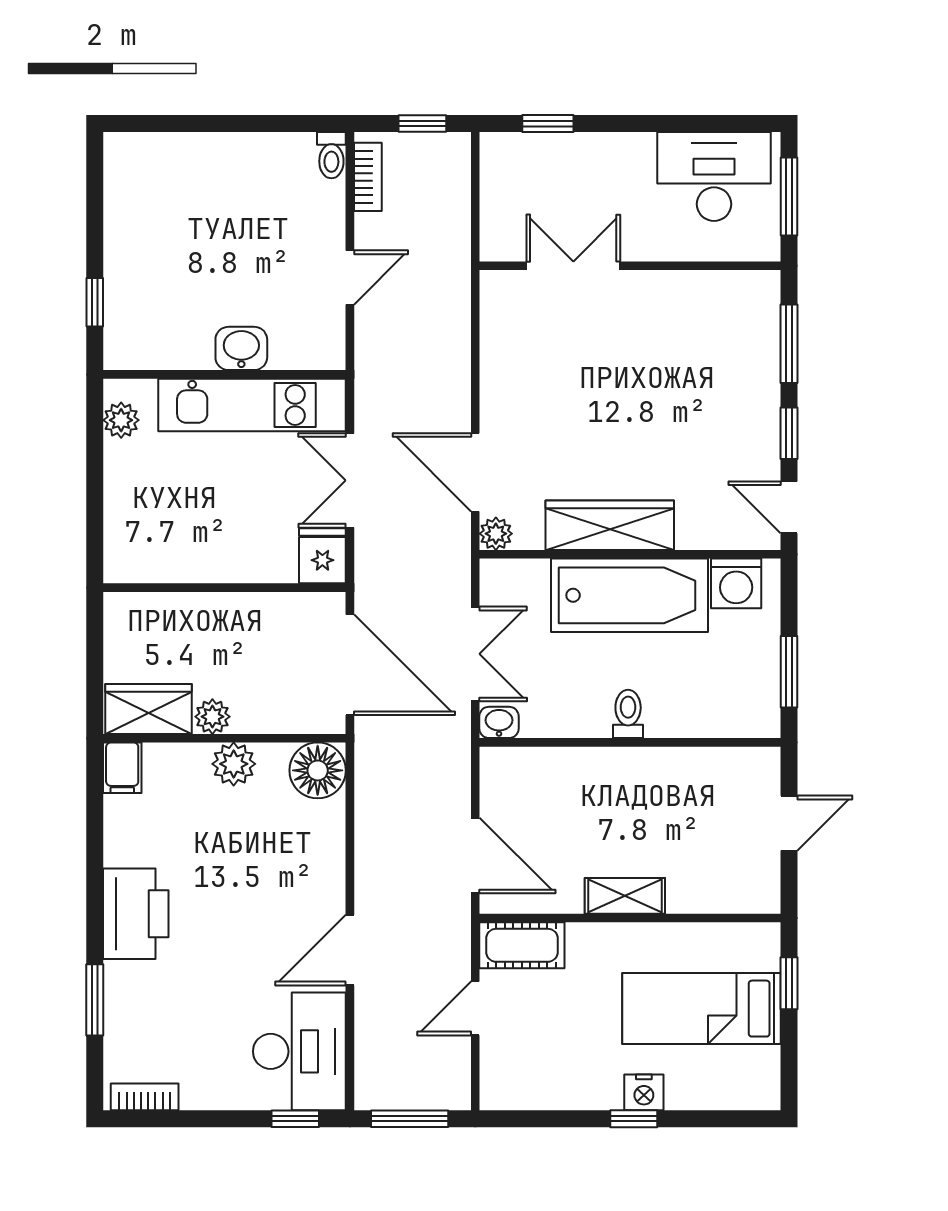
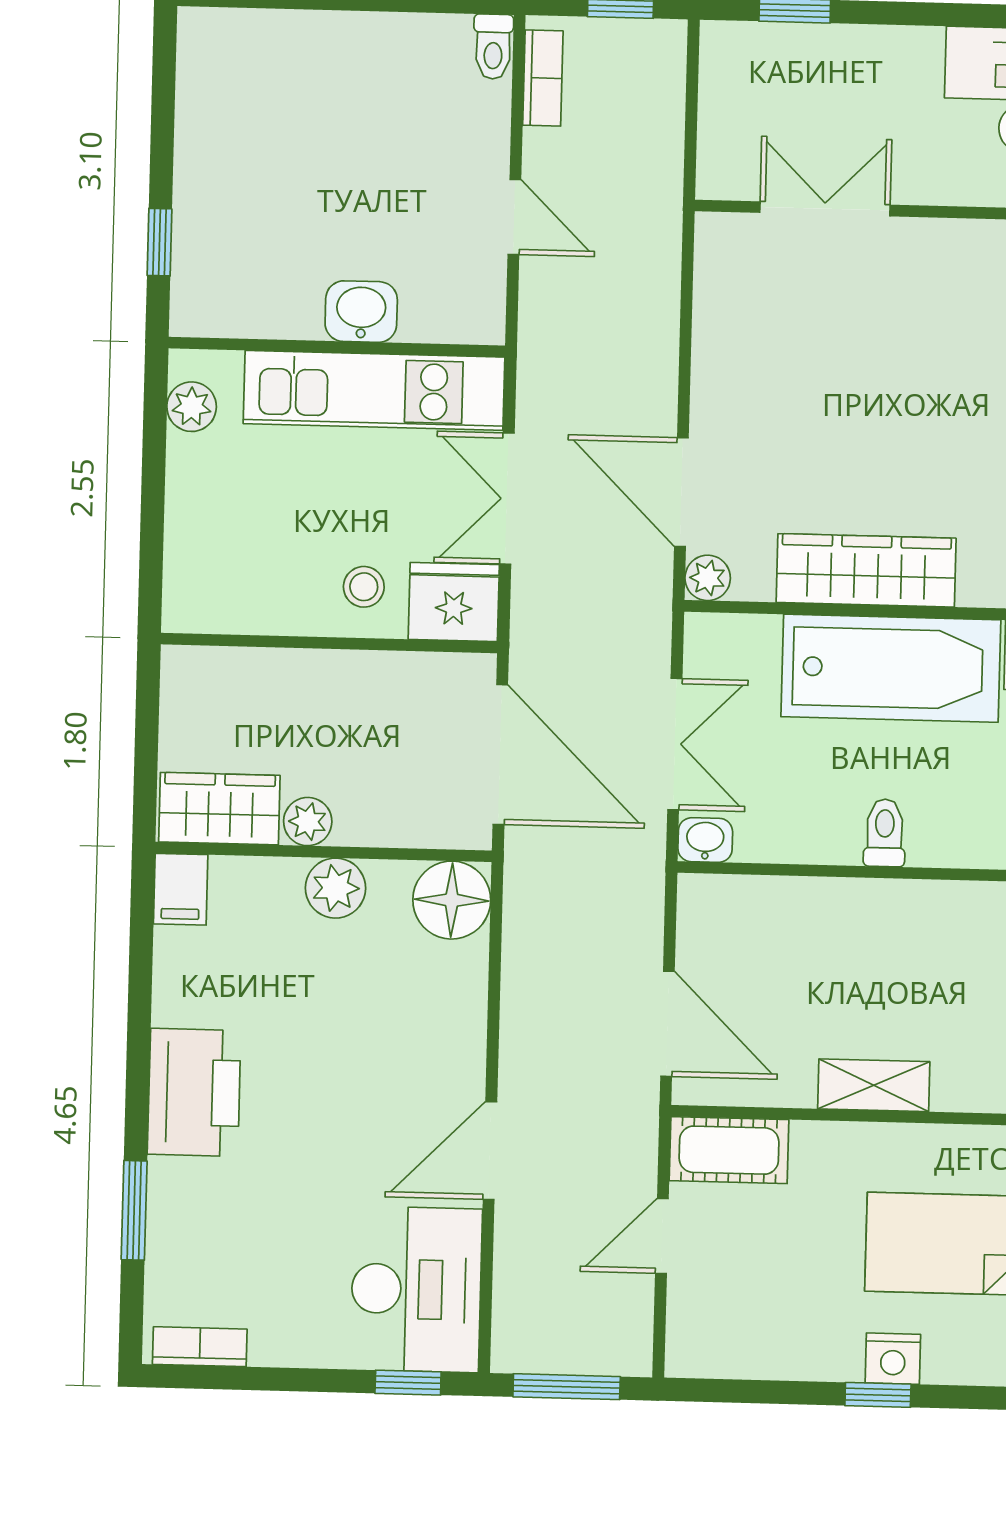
door: (350, 277) -> (514, 217), hinge flipped
stool: (248, 547) -> (364, 587), added
fridge: (322, 556) -> (454, 602), width x1.38

